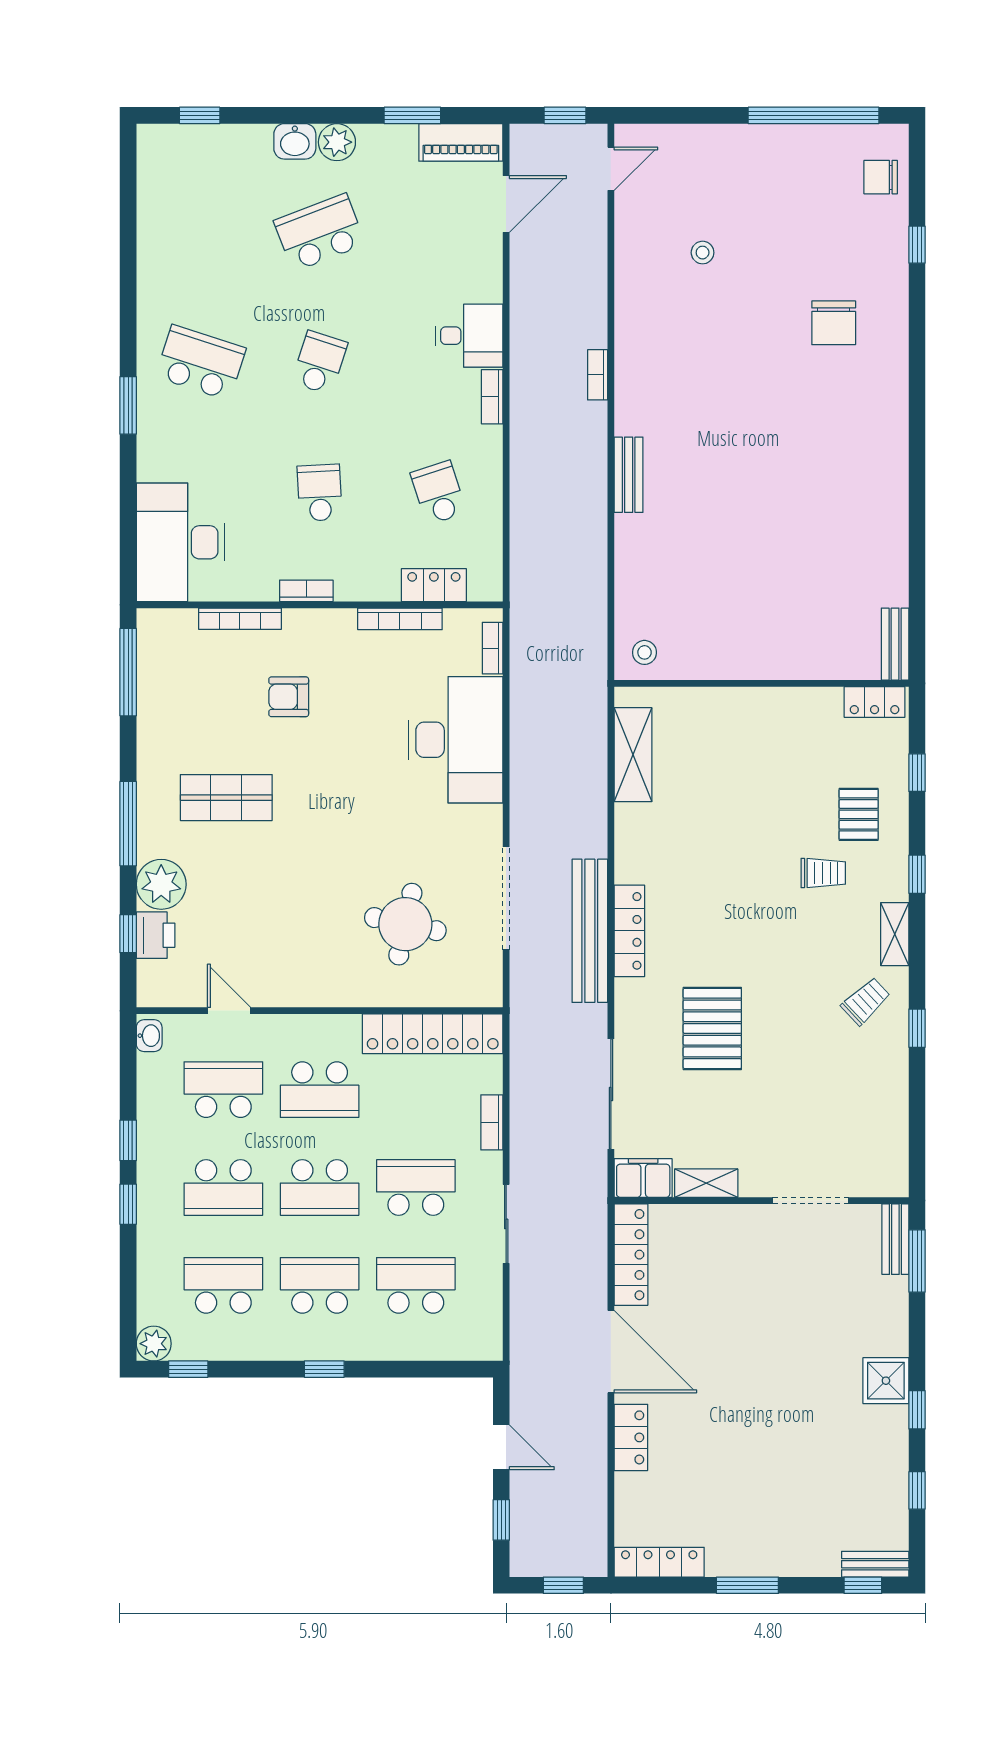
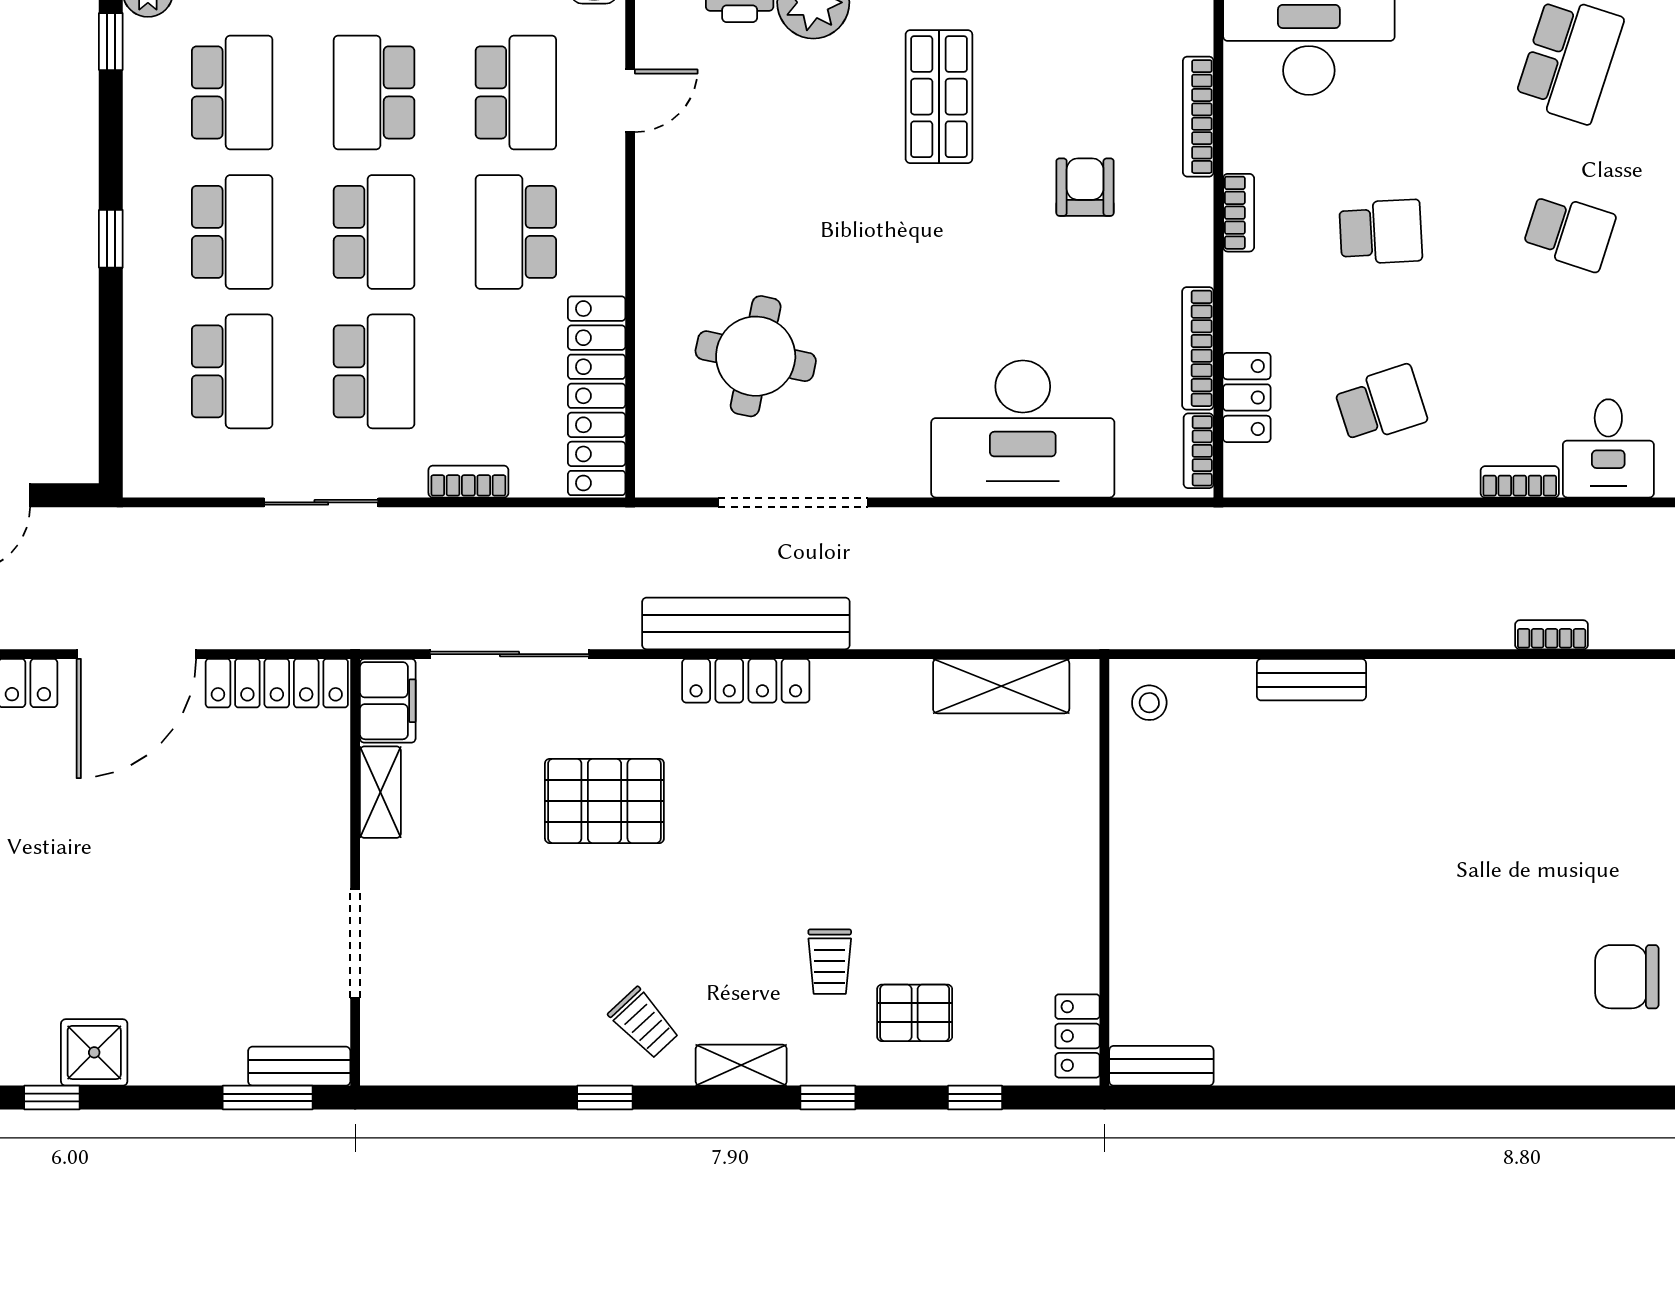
bench: (629, 475) -> (1311, 680), moved
bookcase: (493, 648) -> (1199, 451), moved, turned -90
school desk: (320, 1187) -> (374, 232), turned 180

